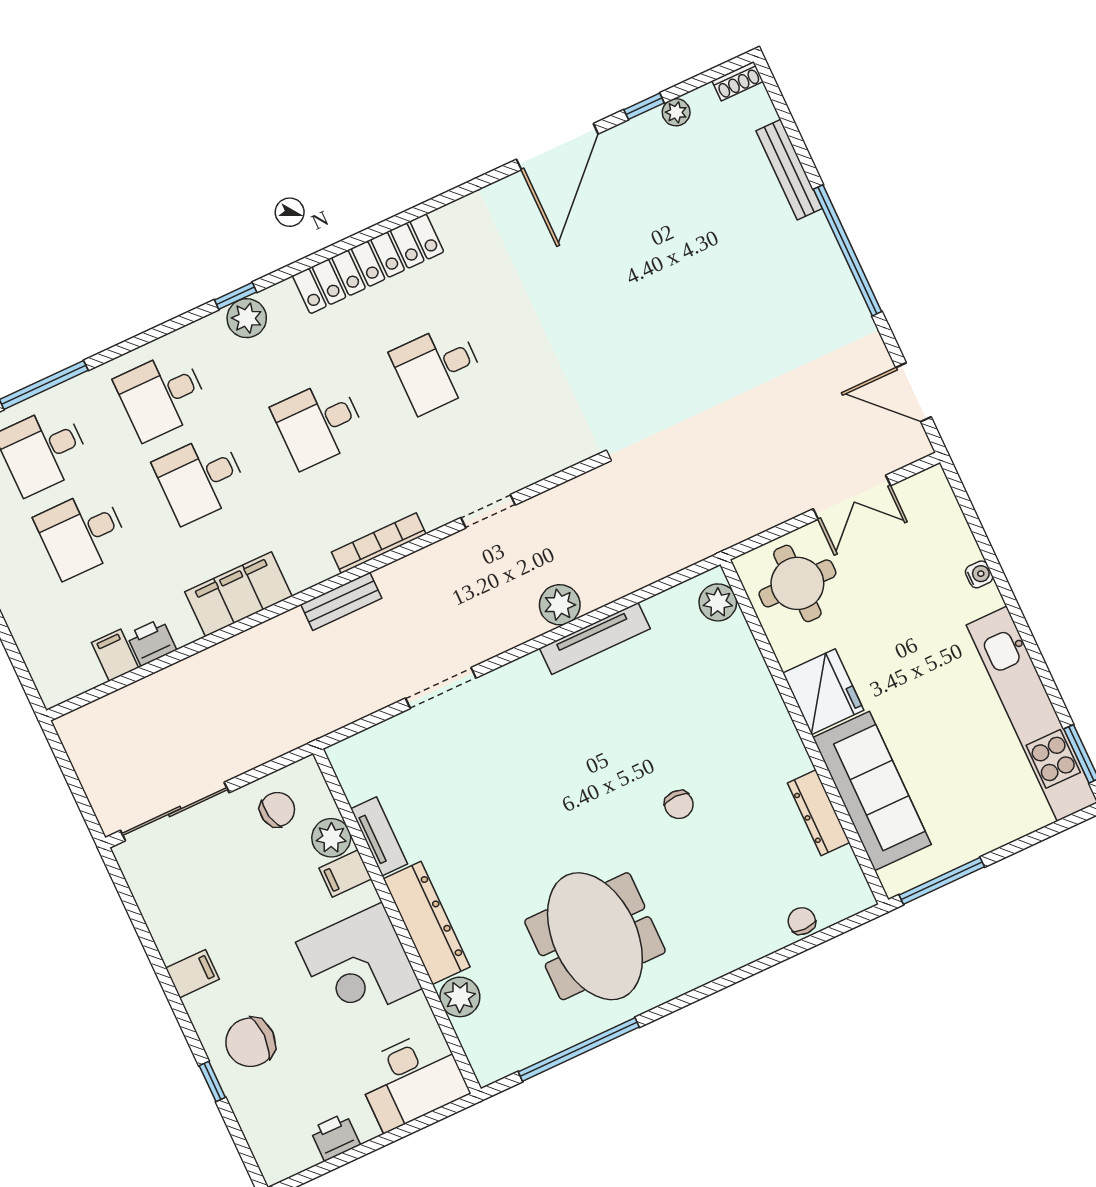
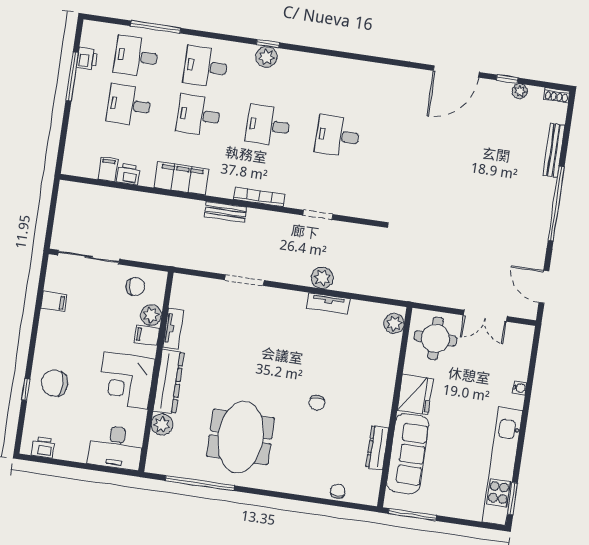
locker: (368, 264) -> (337, 68), removed
tv unit: (595, 639) -> (328, 303), width x0.71
filing cabinet: (192, 974) -> (54, 301), moved
printer: (335, 1137) -> (43, 447), moved

